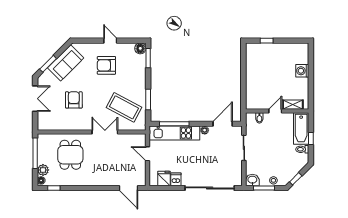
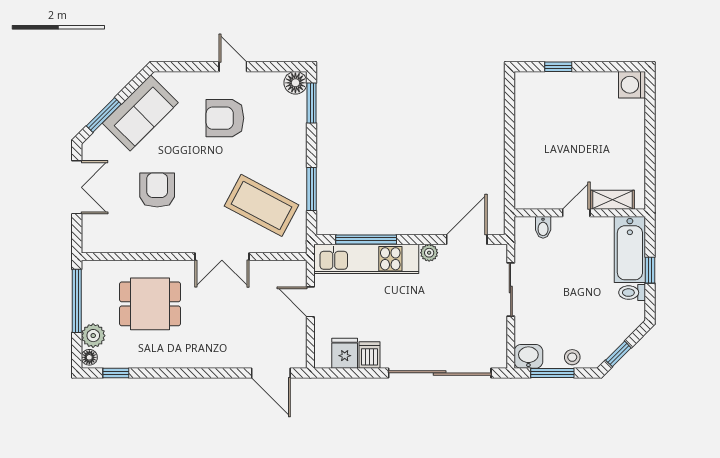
washing machine: (302, 71) -> (632, 85), moved
double door: (105, 132) -> (222, 257), swing flipped
dining table: (70, 155) -> (150, 304), turned 90

